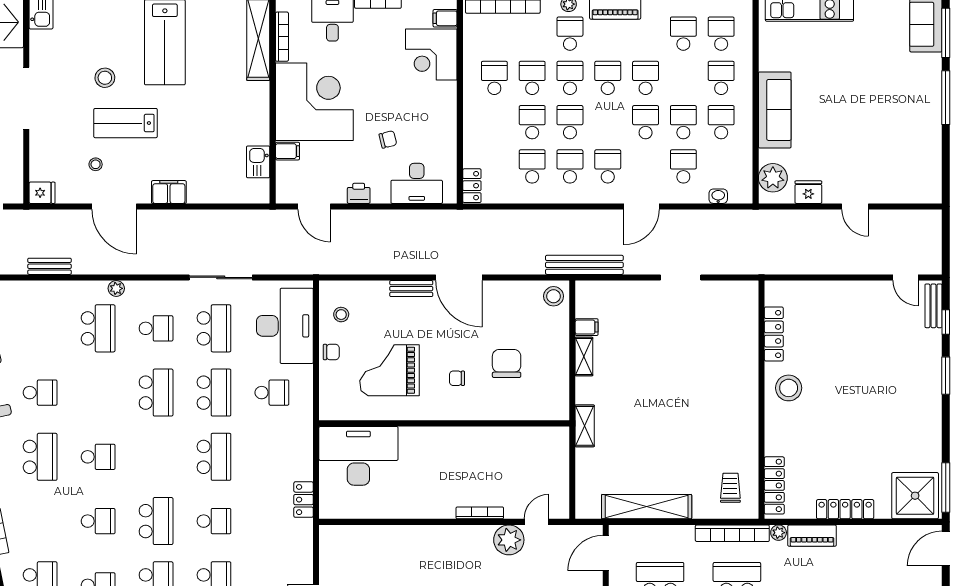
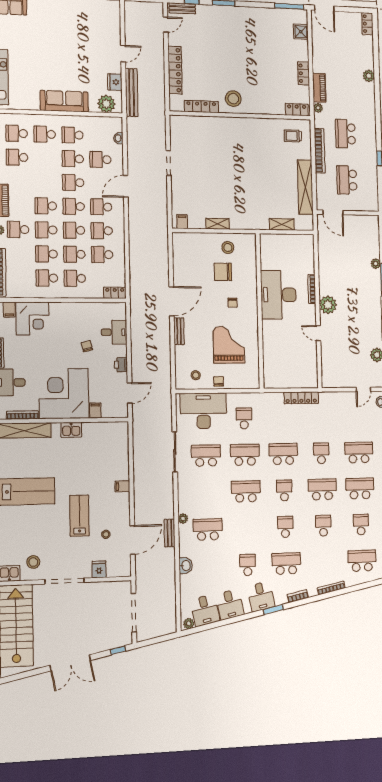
stool: (105, 78) -> (33, 562), moved
school desk: (646, 78) -> (74, 206), moved
school desk: (494, 122) -> (75, 278), added
lab bench: (126, 123) -> (79, 516), turned 180
kitchen sink: (258, 162) -> (71, 430), moved
desk: (417, 183) -> (114, 332), width x0.73
filing cabinet: (169, 192) -> (122, 486), width x0.50
fridge: (42, 193) -> (99, 569), moved
door: (114, 207) -> (133, 540), moved
door: (641, 207) -> (126, 186), swing flipped
bench: (584, 265) -> (132, 92), moved
bench: (49, 266) -> (170, 533), moved
washbasin: (43, 291) -> (186, 566), added
locker: (832, 291) -> (175, 70), added
stool: (554, 296) -> (228, 248), moved
filing cabinet: (587, 327) -> (182, 222), moved
school desk: (156, 328) -> (284, 490), moved
grand piano: (390, 370) -> (229, 345), turned 180
shelving: (585, 426) -> (282, 224), moved
desk: (358, 456) -> (278, 295), moved
locker: (774, 485) -> (297, 110), width x0.66
shower: (915, 496) -> (301, 32), width x0.54, depth x0.54
locker: (304, 500) -> (301, 398), width x1.53
locker: (845, 509) -> (304, 73), width x0.66
door: (537, 522) -> (318, 333), moved
bookcase: (732, 533) -> (320, 151), moved
plant: (509, 540) -> (328, 305), moved

